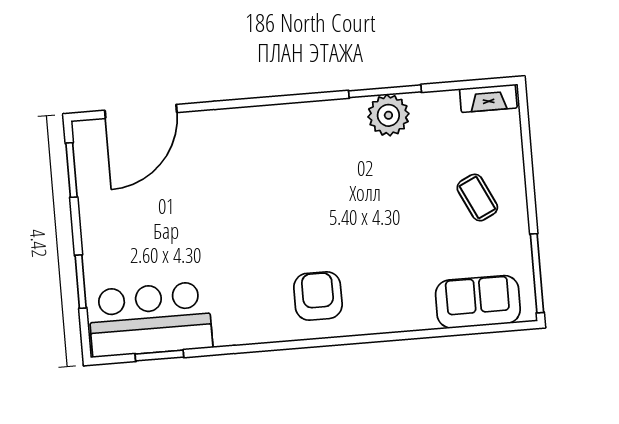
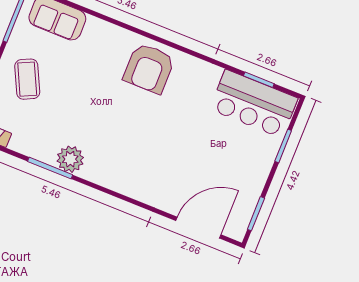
plant: (388, 115) -> (70, 159), moved
coffee table: (477, 198) -> (27, 79), width x1.36, depth x1.30
armchair: (318, 296) -> (149, 68), width x1.36, depth x1.36

